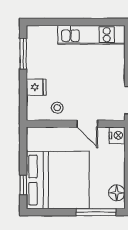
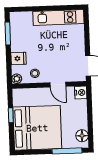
plant: (33, 114) -> (17, 79), added
window: (23, 185) -> (11, 115), moved

